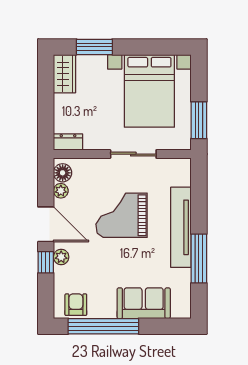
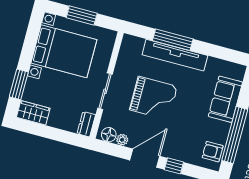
window: (199, 120) -> (82, 15), moved
sliding door: (133, 154) -> (105, 91), moved
grand piano: (122, 215) -> (153, 98), turned -90
plant: (61, 257) -> (173, 153), removed
window: (199, 258) -> (173, 40), moved

